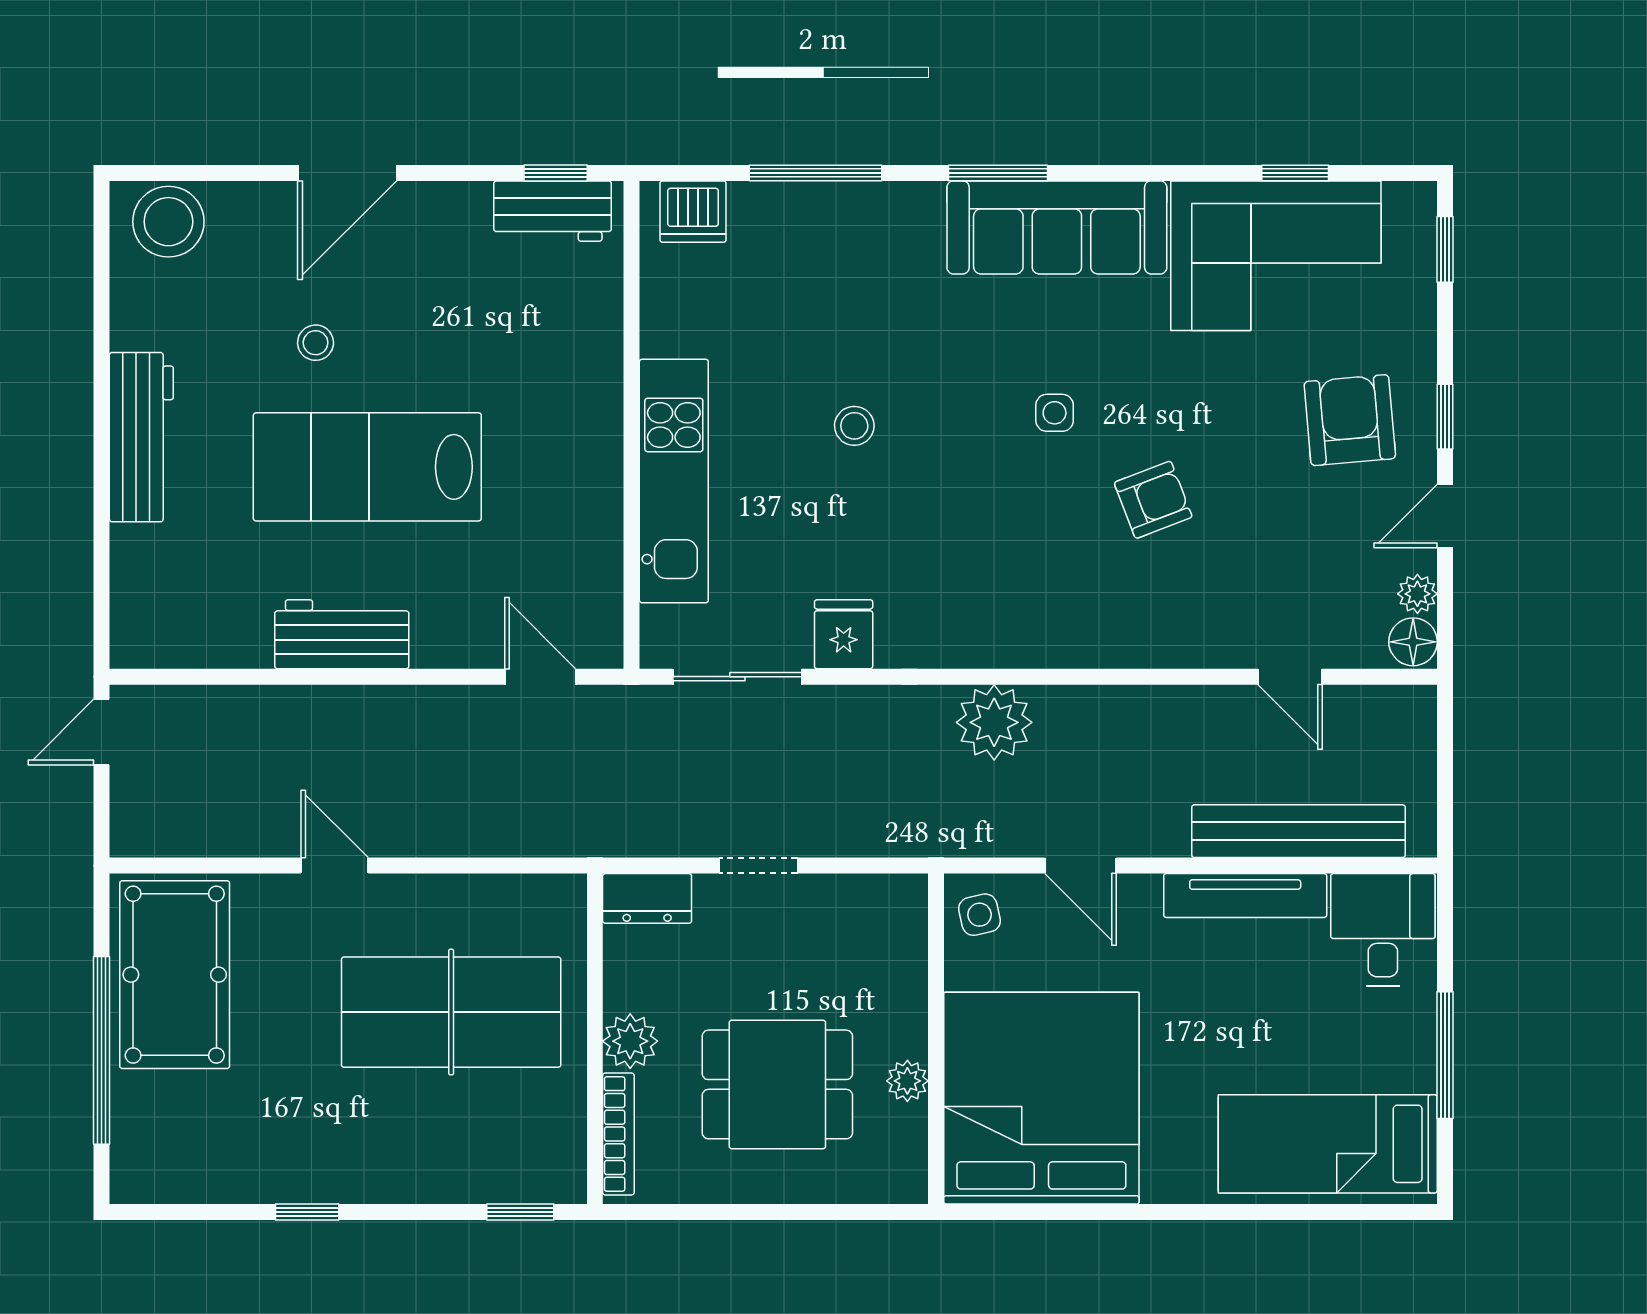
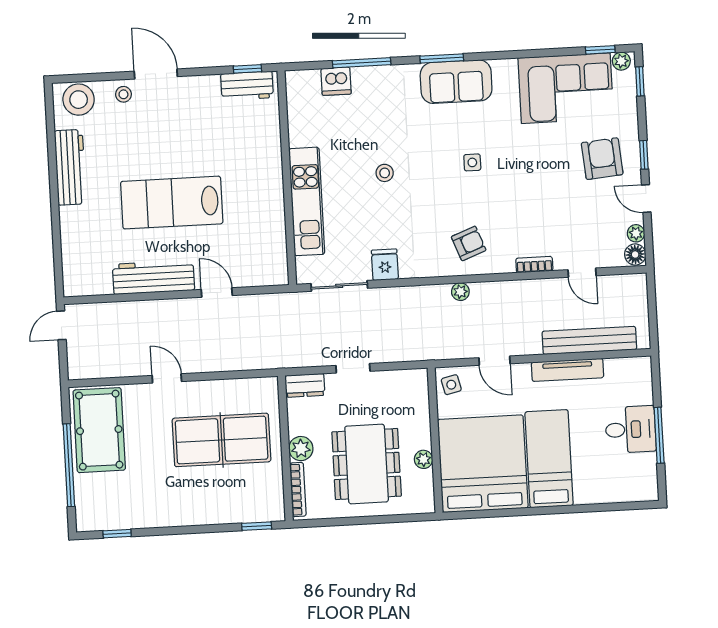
door: (347, 173) -> (156, 74), swing flipped
window: (1295, 173) -> (600, 50), moved
plant: (1405, 201) -> (621, 61), added
dishwasher: (693, 212) -> (336, 81), moved
sofa: (1057, 227) -> (456, 82), width x0.73
stool: (316, 343) -> (123, 94), moved
workbench: (141, 437) -> (70, 167), moved
armchair: (1153, 500) -> (469, 243), moved
door: (1445, 516) -> (646, 199), hinge flipped
workbench: (342, 634) -> (153, 277), width x1.38
bookcase: (1183, 652) -> (534, 265), added
door: (540, 677) -> (217, 293), moved
plant: (994, 722) -> (460, 292), width x0.53, depth x0.53
desk: (1383, 930) -> (631, 429), moved, turned 90
dining table: (777, 1084) -> (367, 464), width x1.38
bed: (1328, 1144) -> (549, 459), moved, turned 90
window: (307, 1212) -> (117, 534), moved

